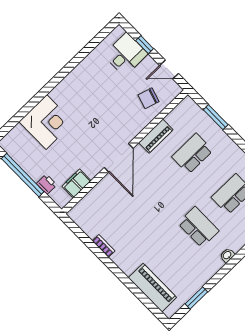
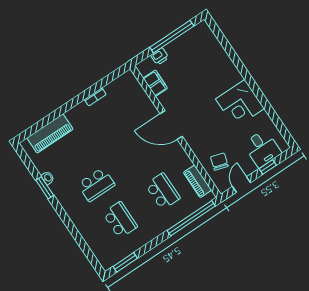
window: (216, 117) -> (191, 218), width x2.11
corner desk: (46, 122) -> (240, 104), moved
piano: (156, 136) -> (197, 181), moved
washbasin: (227, 255) -> (48, 178), moved
window: (196, 298) -> (45, 188), moved

